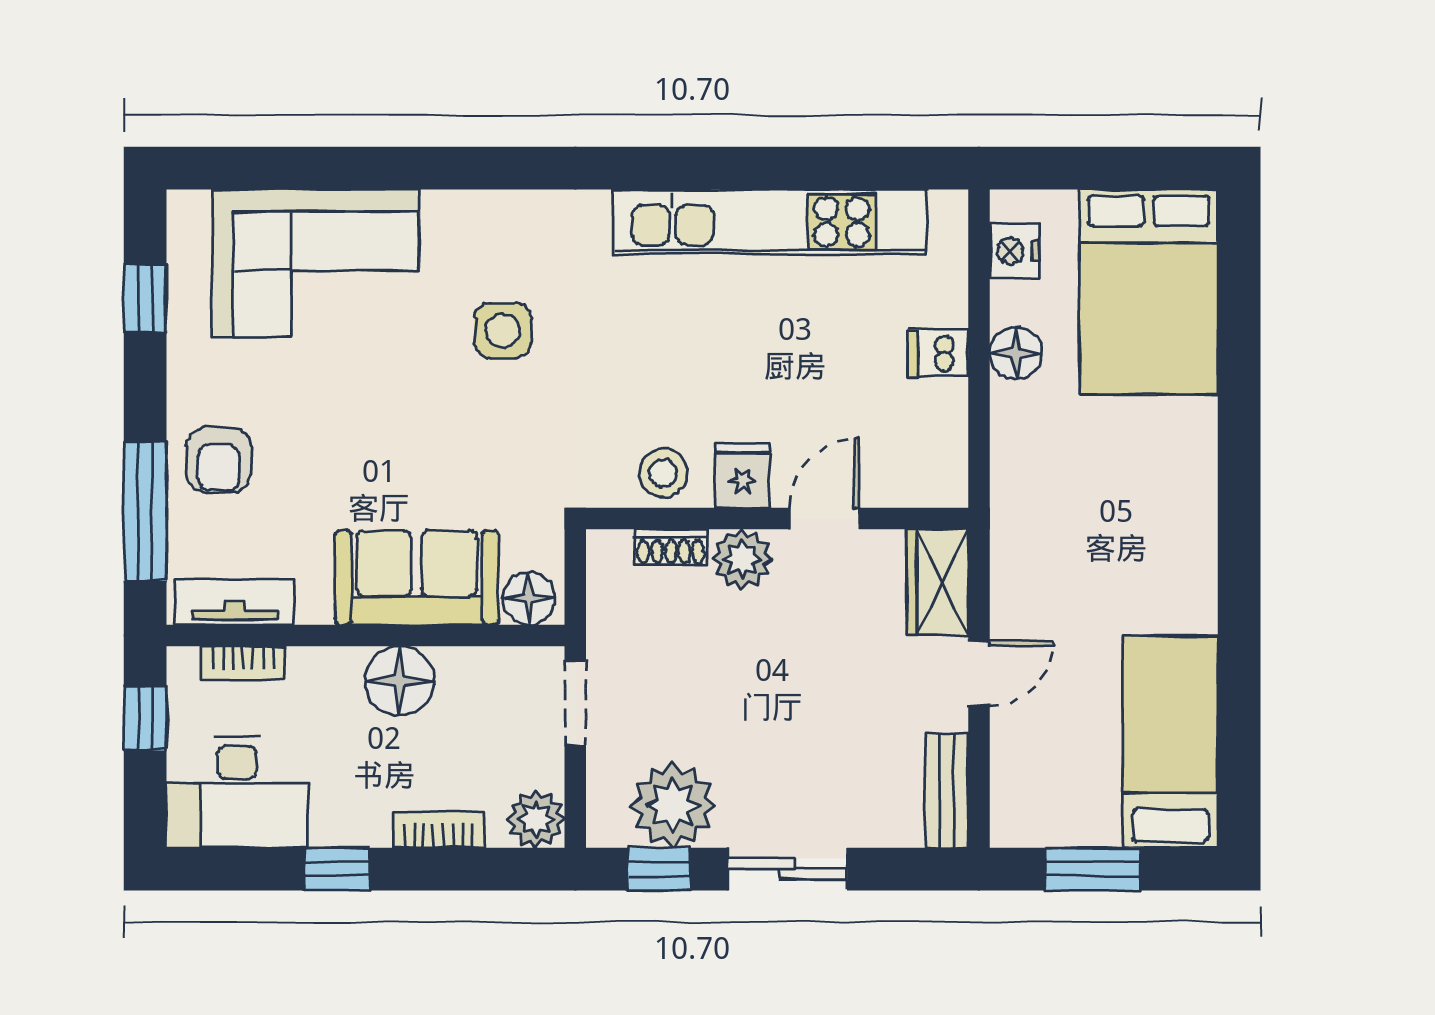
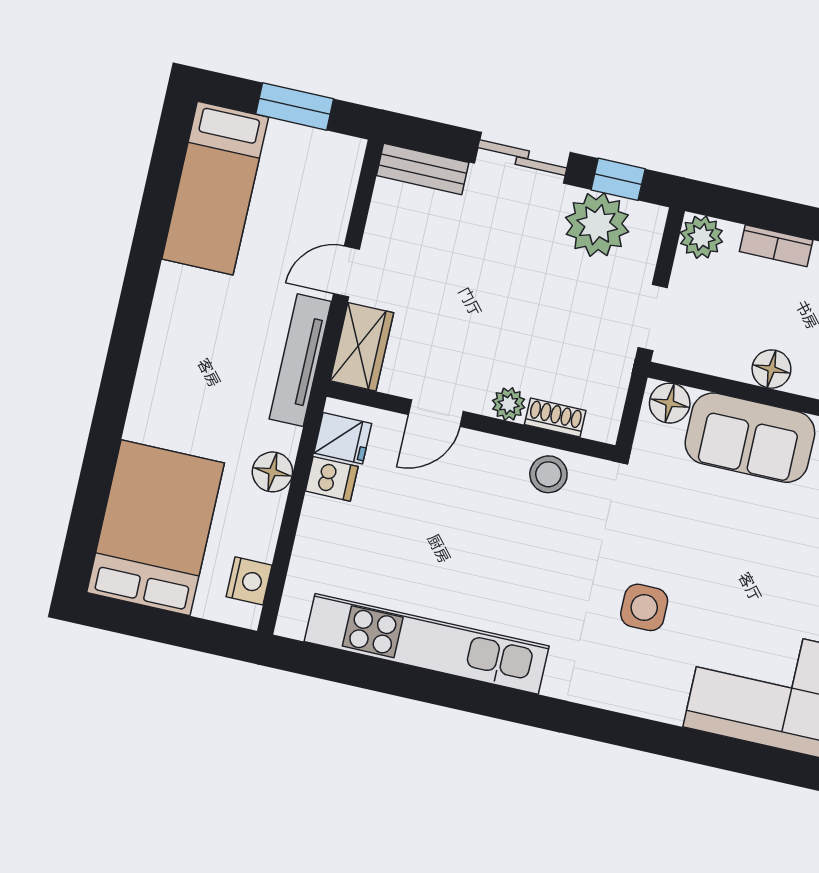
dishwasher: (938, 353) -> (332, 479), moved
floor lamp: (1016, 353) -> (272, 472), moved
fridge: (743, 475) -> (343, 438), moved, turned -90
tv unit: (1012, 547) -> (300, 360), added
plant: (742, 559) -> (509, 404), width x0.73, depth x0.73
floor lamp: (399, 681) -> (771, 369), width x0.73, depth x0.73
bench: (946, 791) -> (423, 169), moved, turned 90

